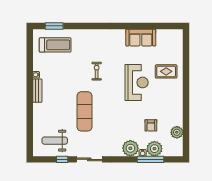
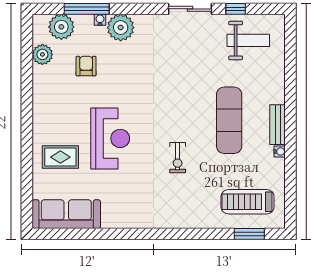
sofa: (141, 38) -> (66, 214), moved, width x1.36
reception desk: (137, 82) -> (110, 138), turned 180
exercise mat: (85, 111) -> (229, 120), moved
plant: (154, 149) -> (61, 27), moved

